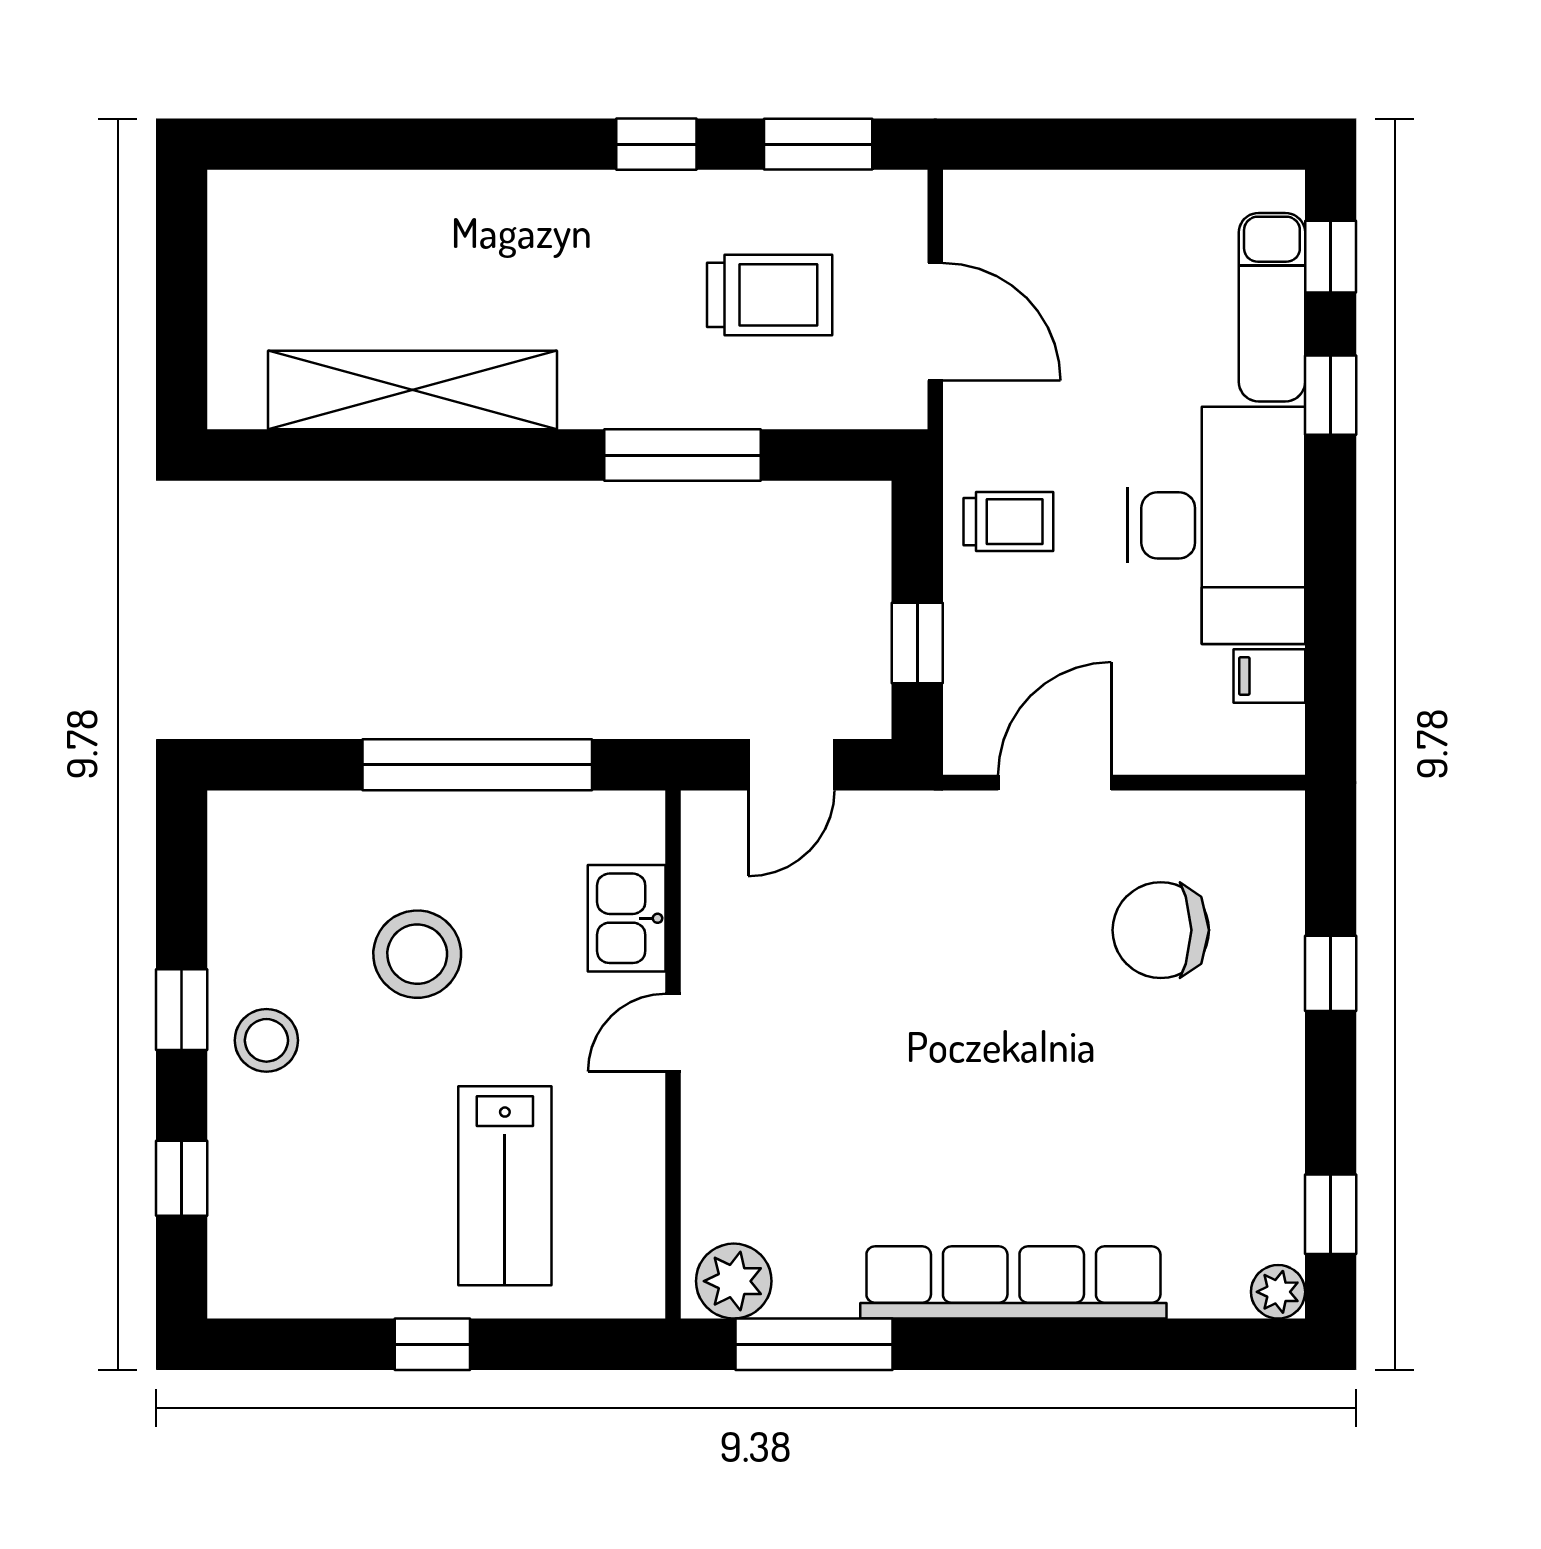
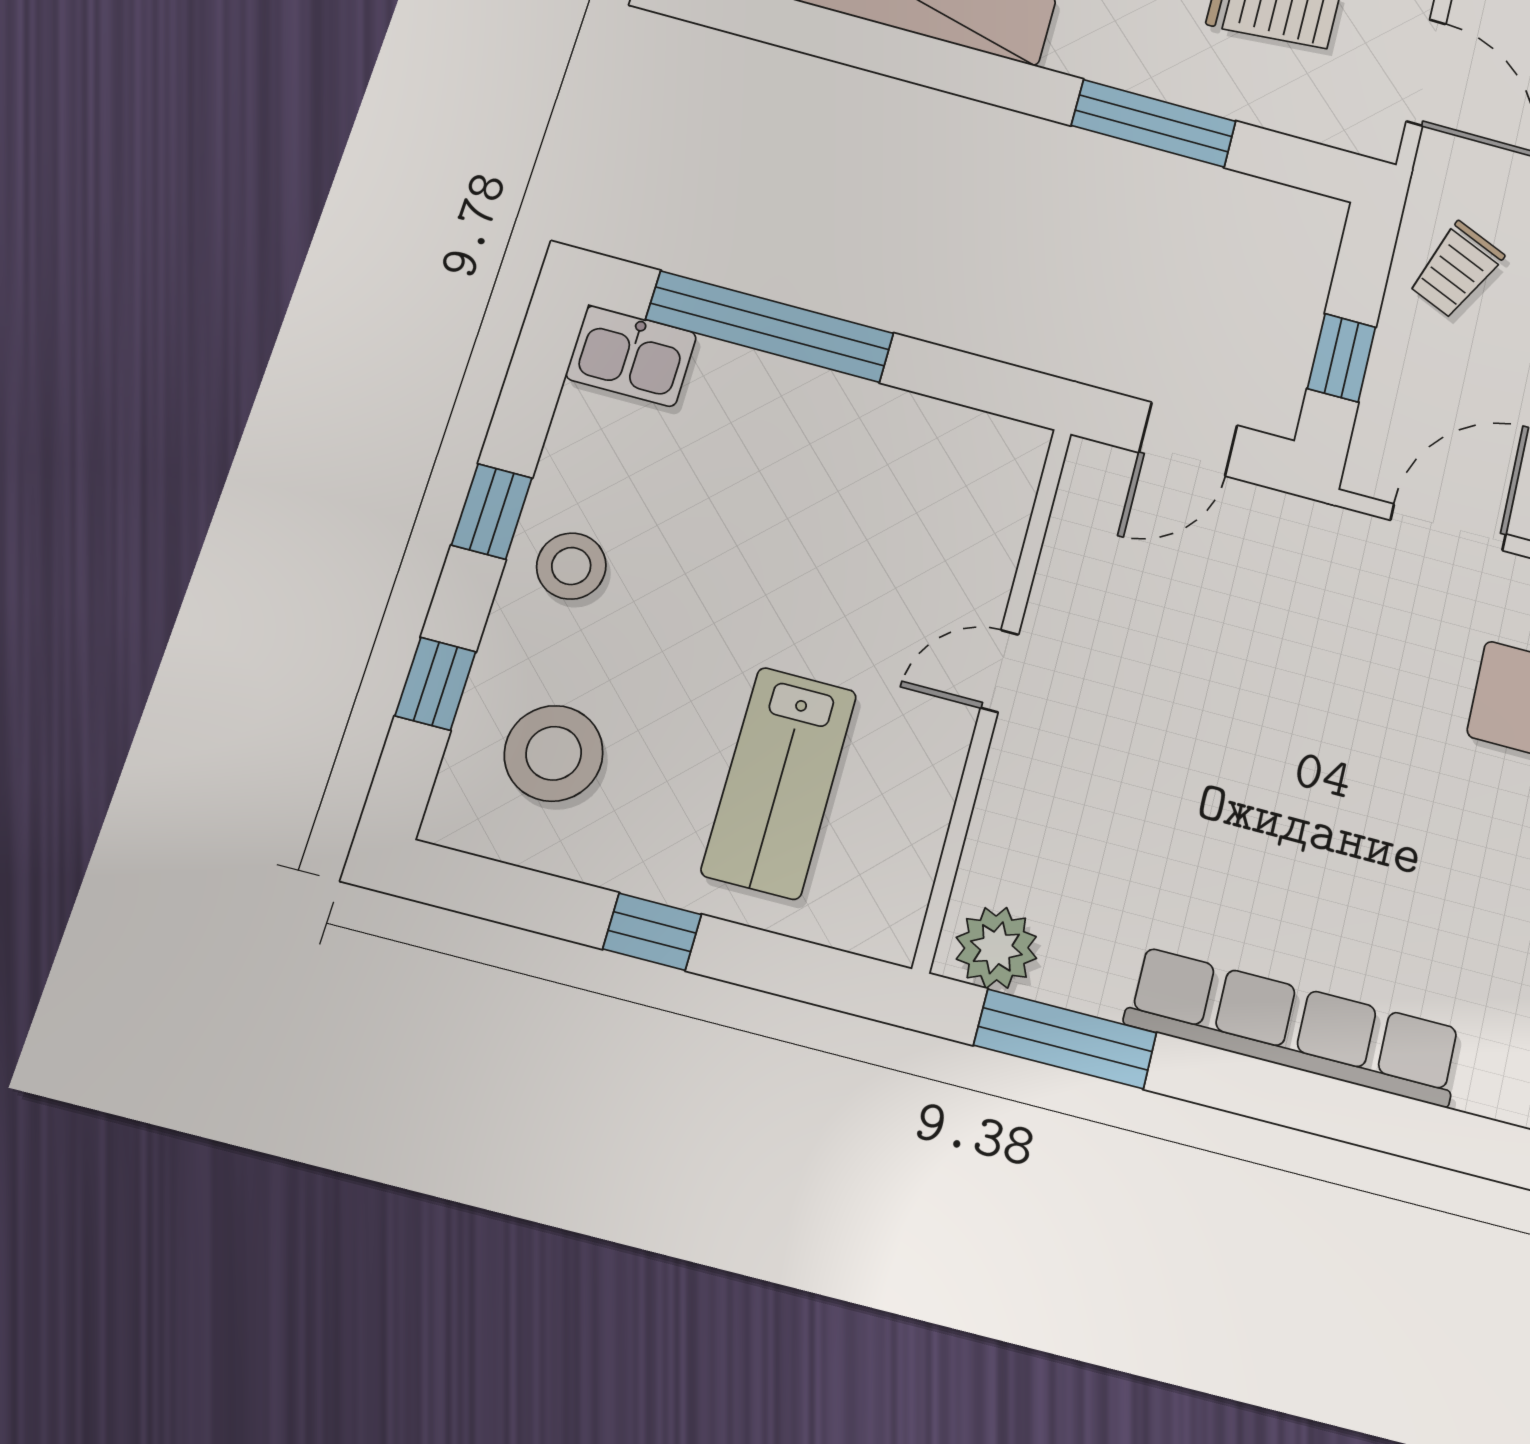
trolley: (1008, 522) -> (1456, 270), turned 114
window: (477, 765) -> (770, 326), moved
kitchen sink: (627, 918) -> (631, 356), moved, turned -90
stool: (417, 954) -> (554, 753), moved

